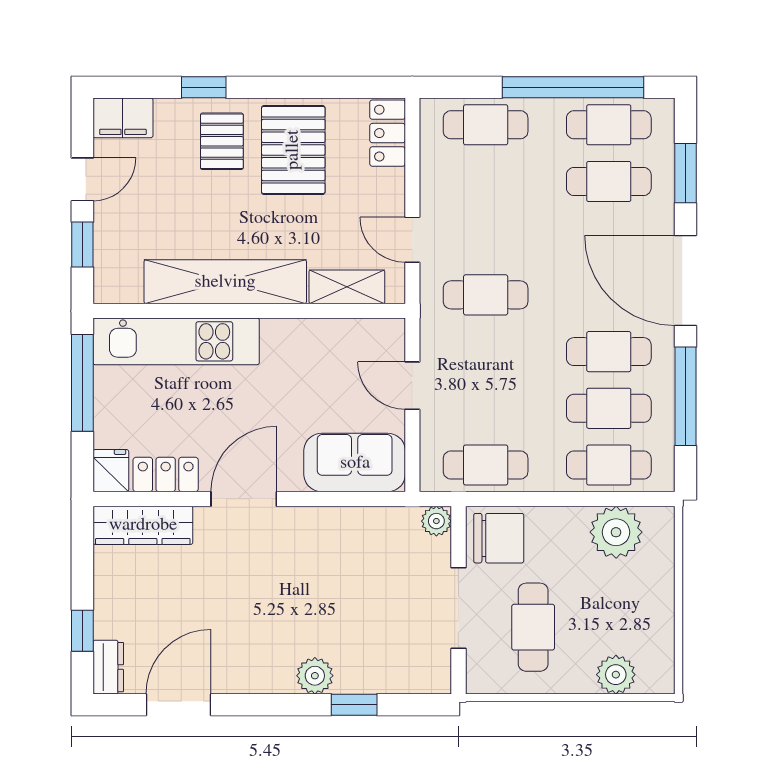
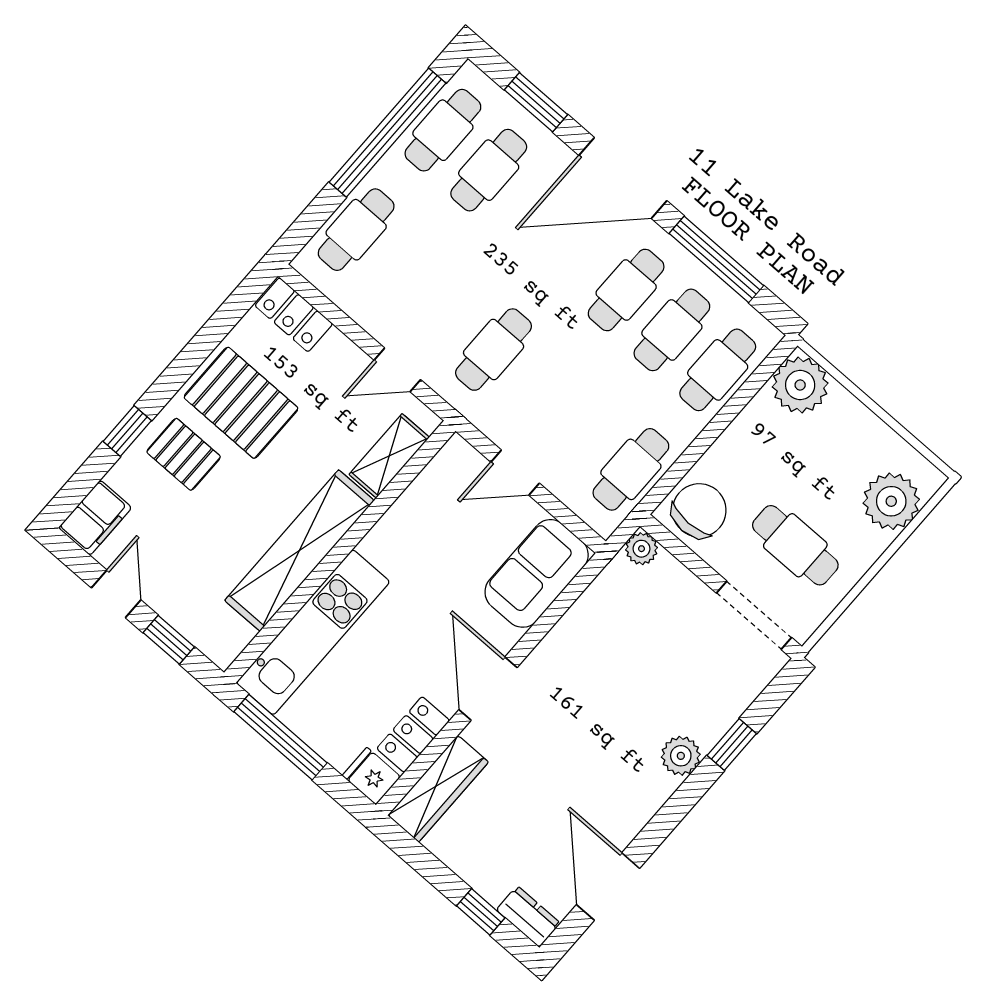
plant: (616, 532) -> (800, 385), moved
doorway: (458, 608) -> (754, 615), moved
plant: (616, 675) -> (891, 501), width x1.36, depth x1.36

